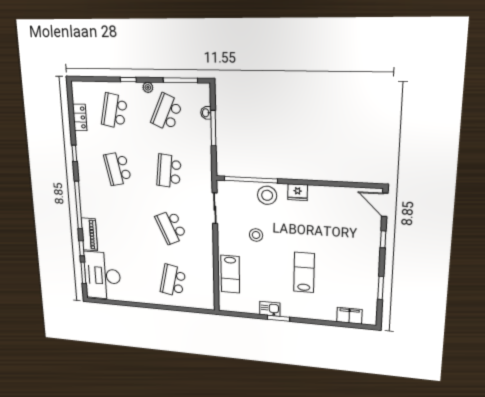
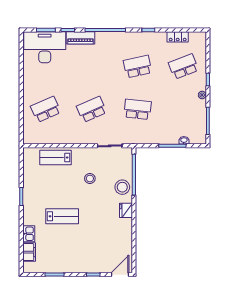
school desk: (114, 111) -> (183, 67), turned -33
school desk: (167, 112) -> (183, 109), removed
school desk: (173, 281) -> (46, 109), turned -36
kitchen sink: (270, 309) -> (29, 234), moved

